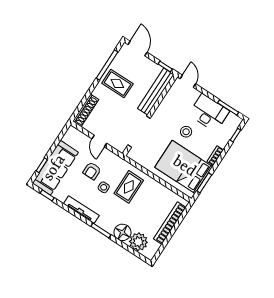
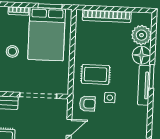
armchair: (92, 171) -> (87, 104), moved
tv unit: (81, 210) -> (144, 85), moved

